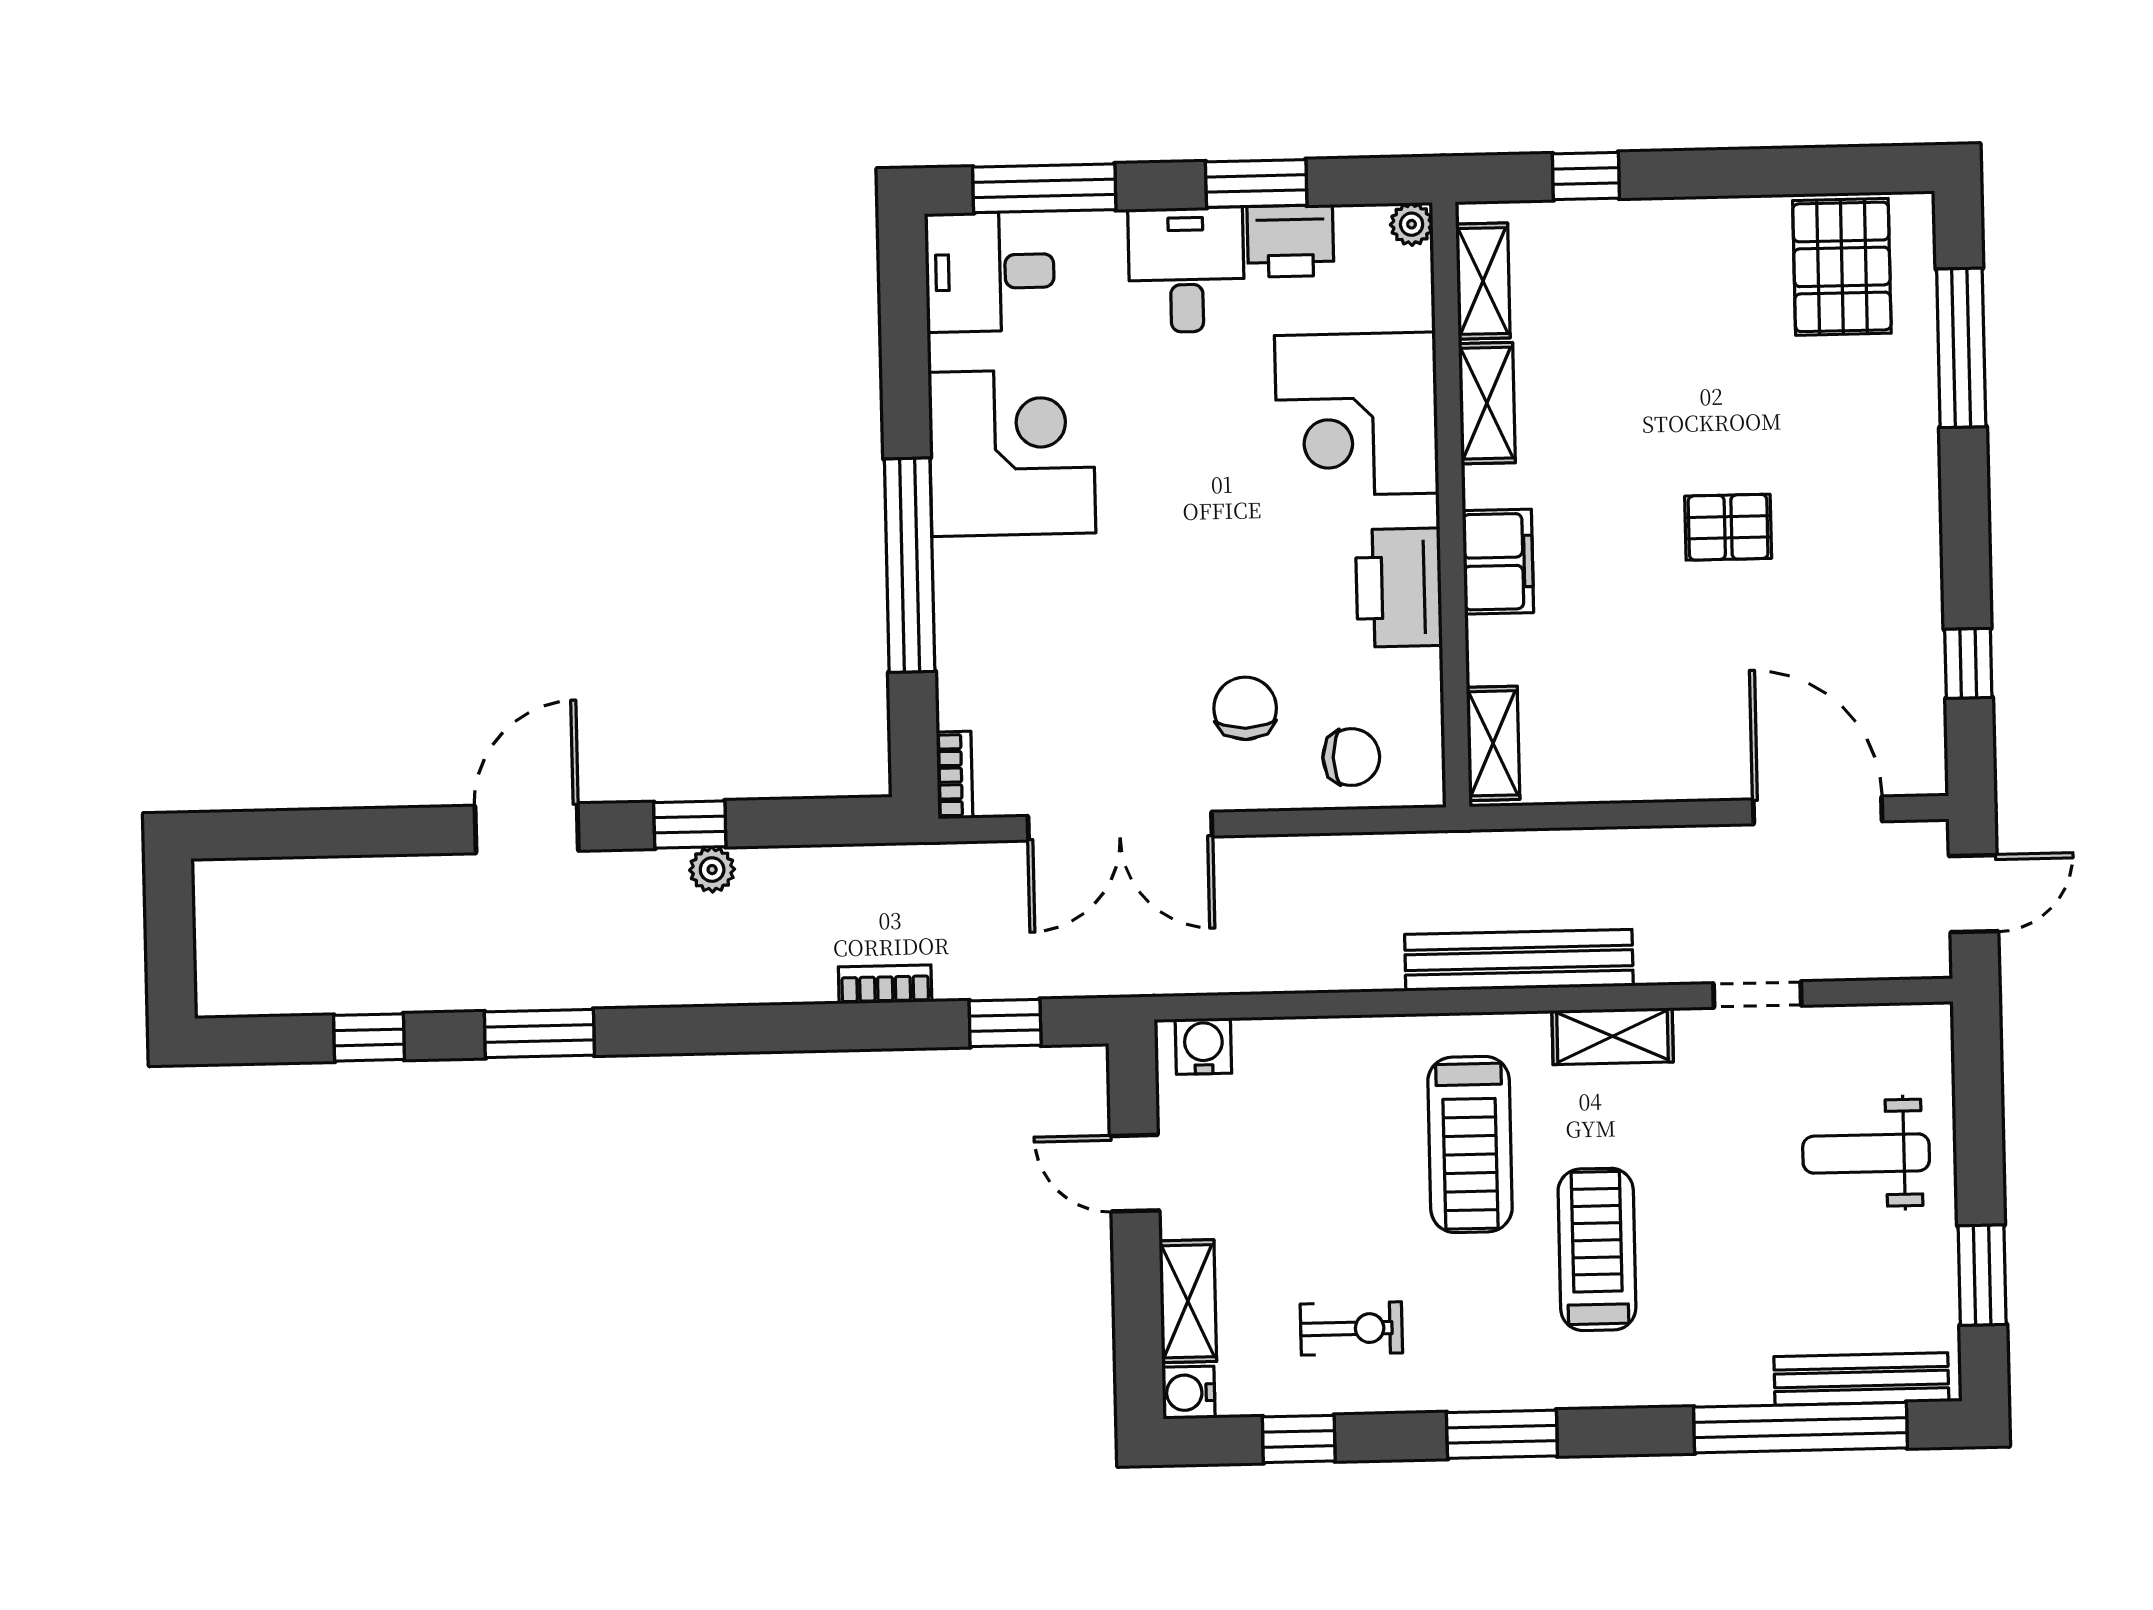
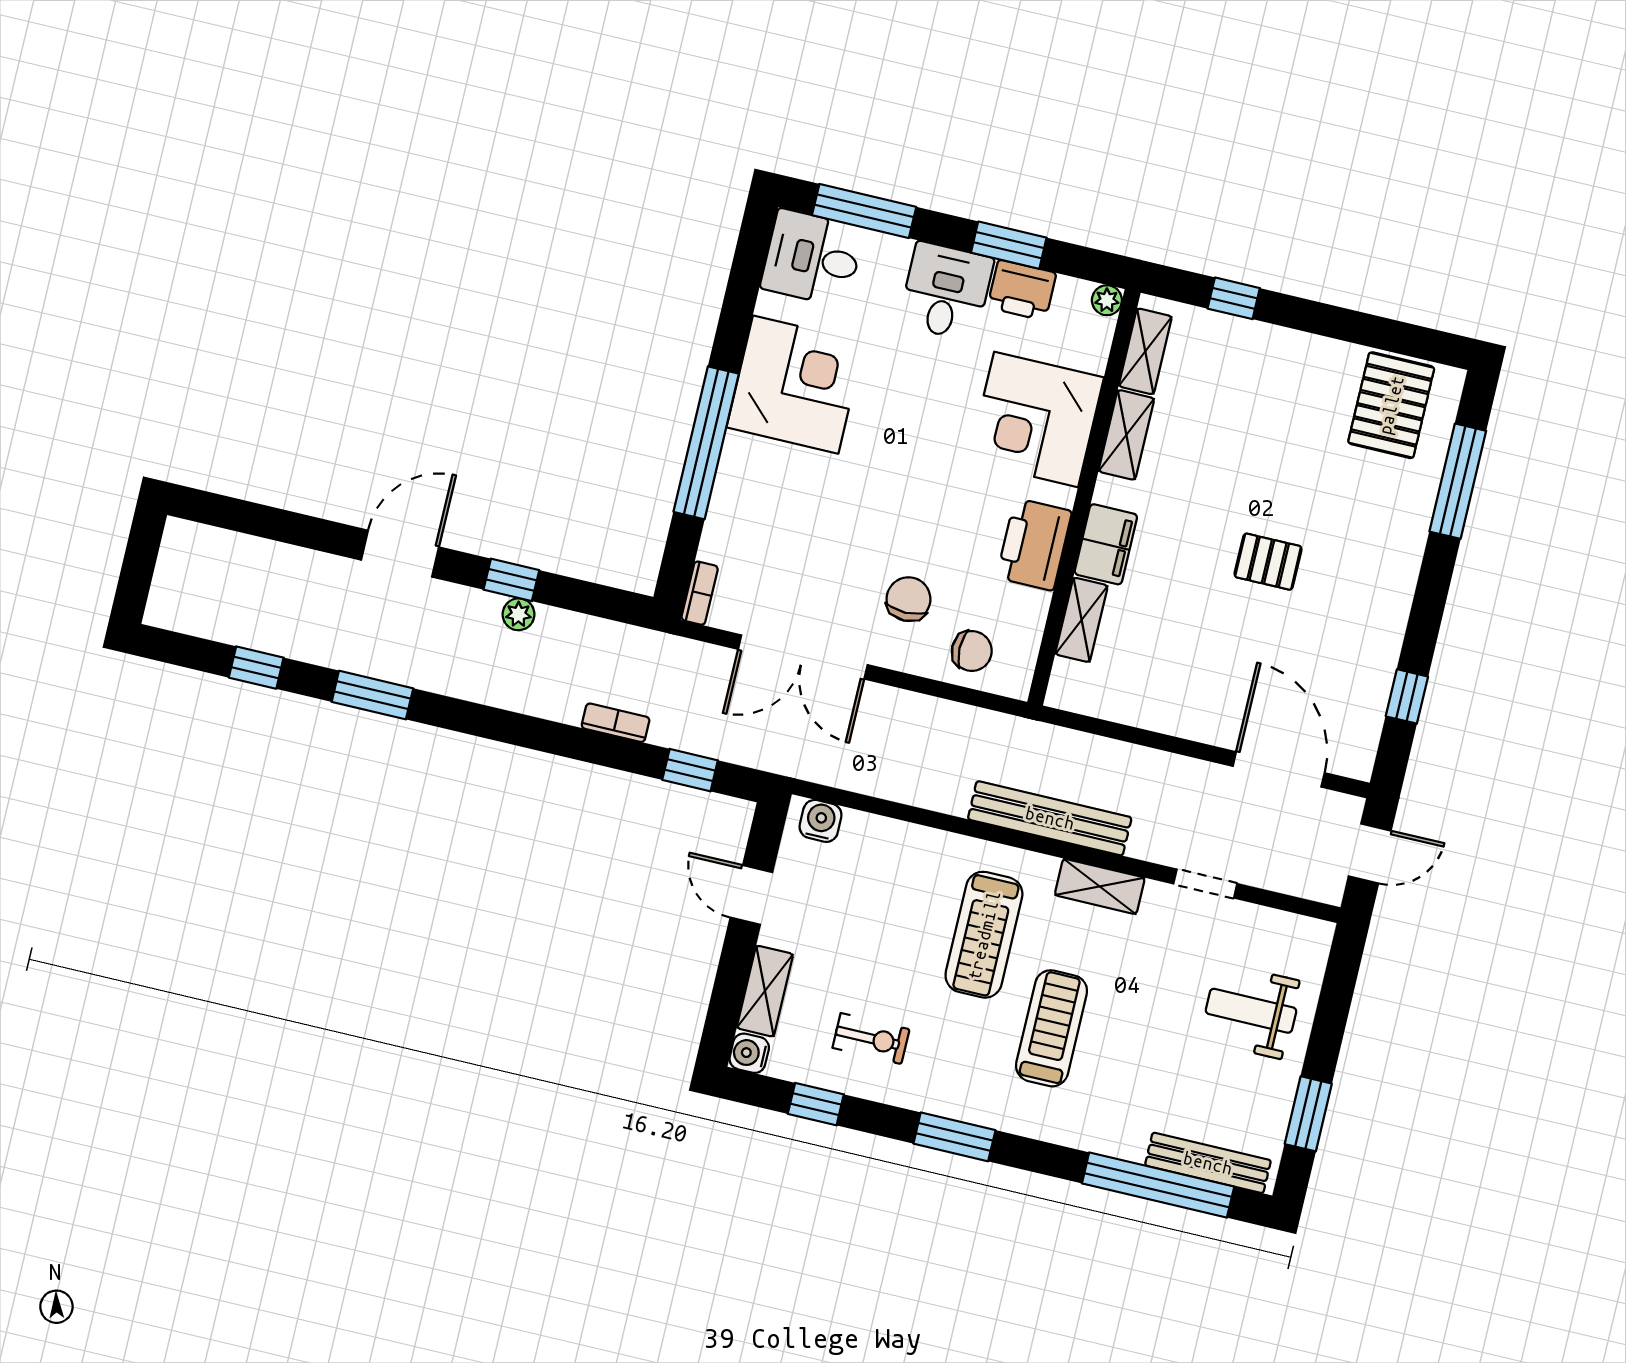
shelving: (1493, 743) -> (1082, 620), moved

